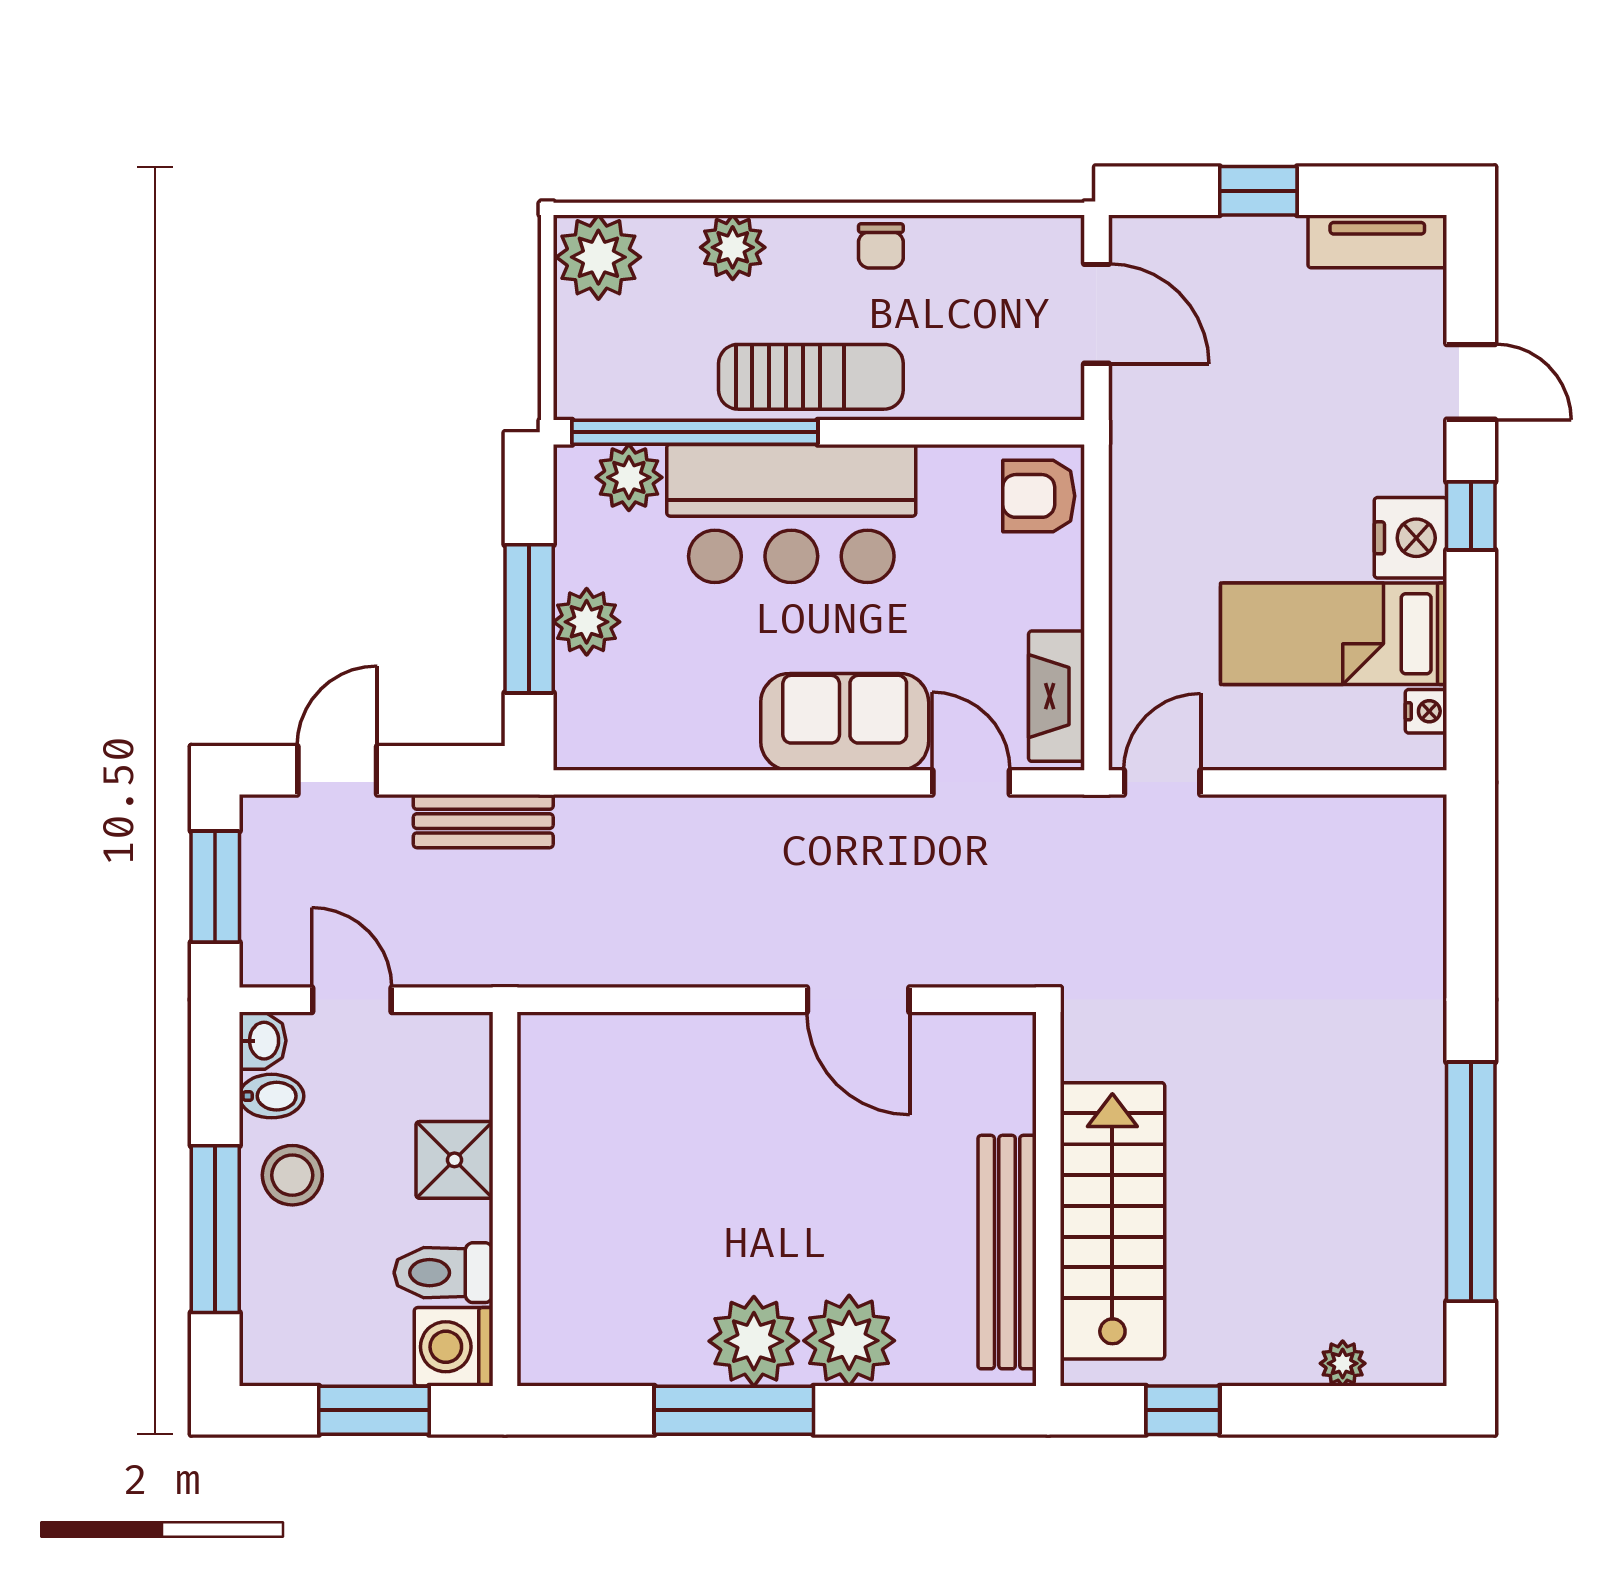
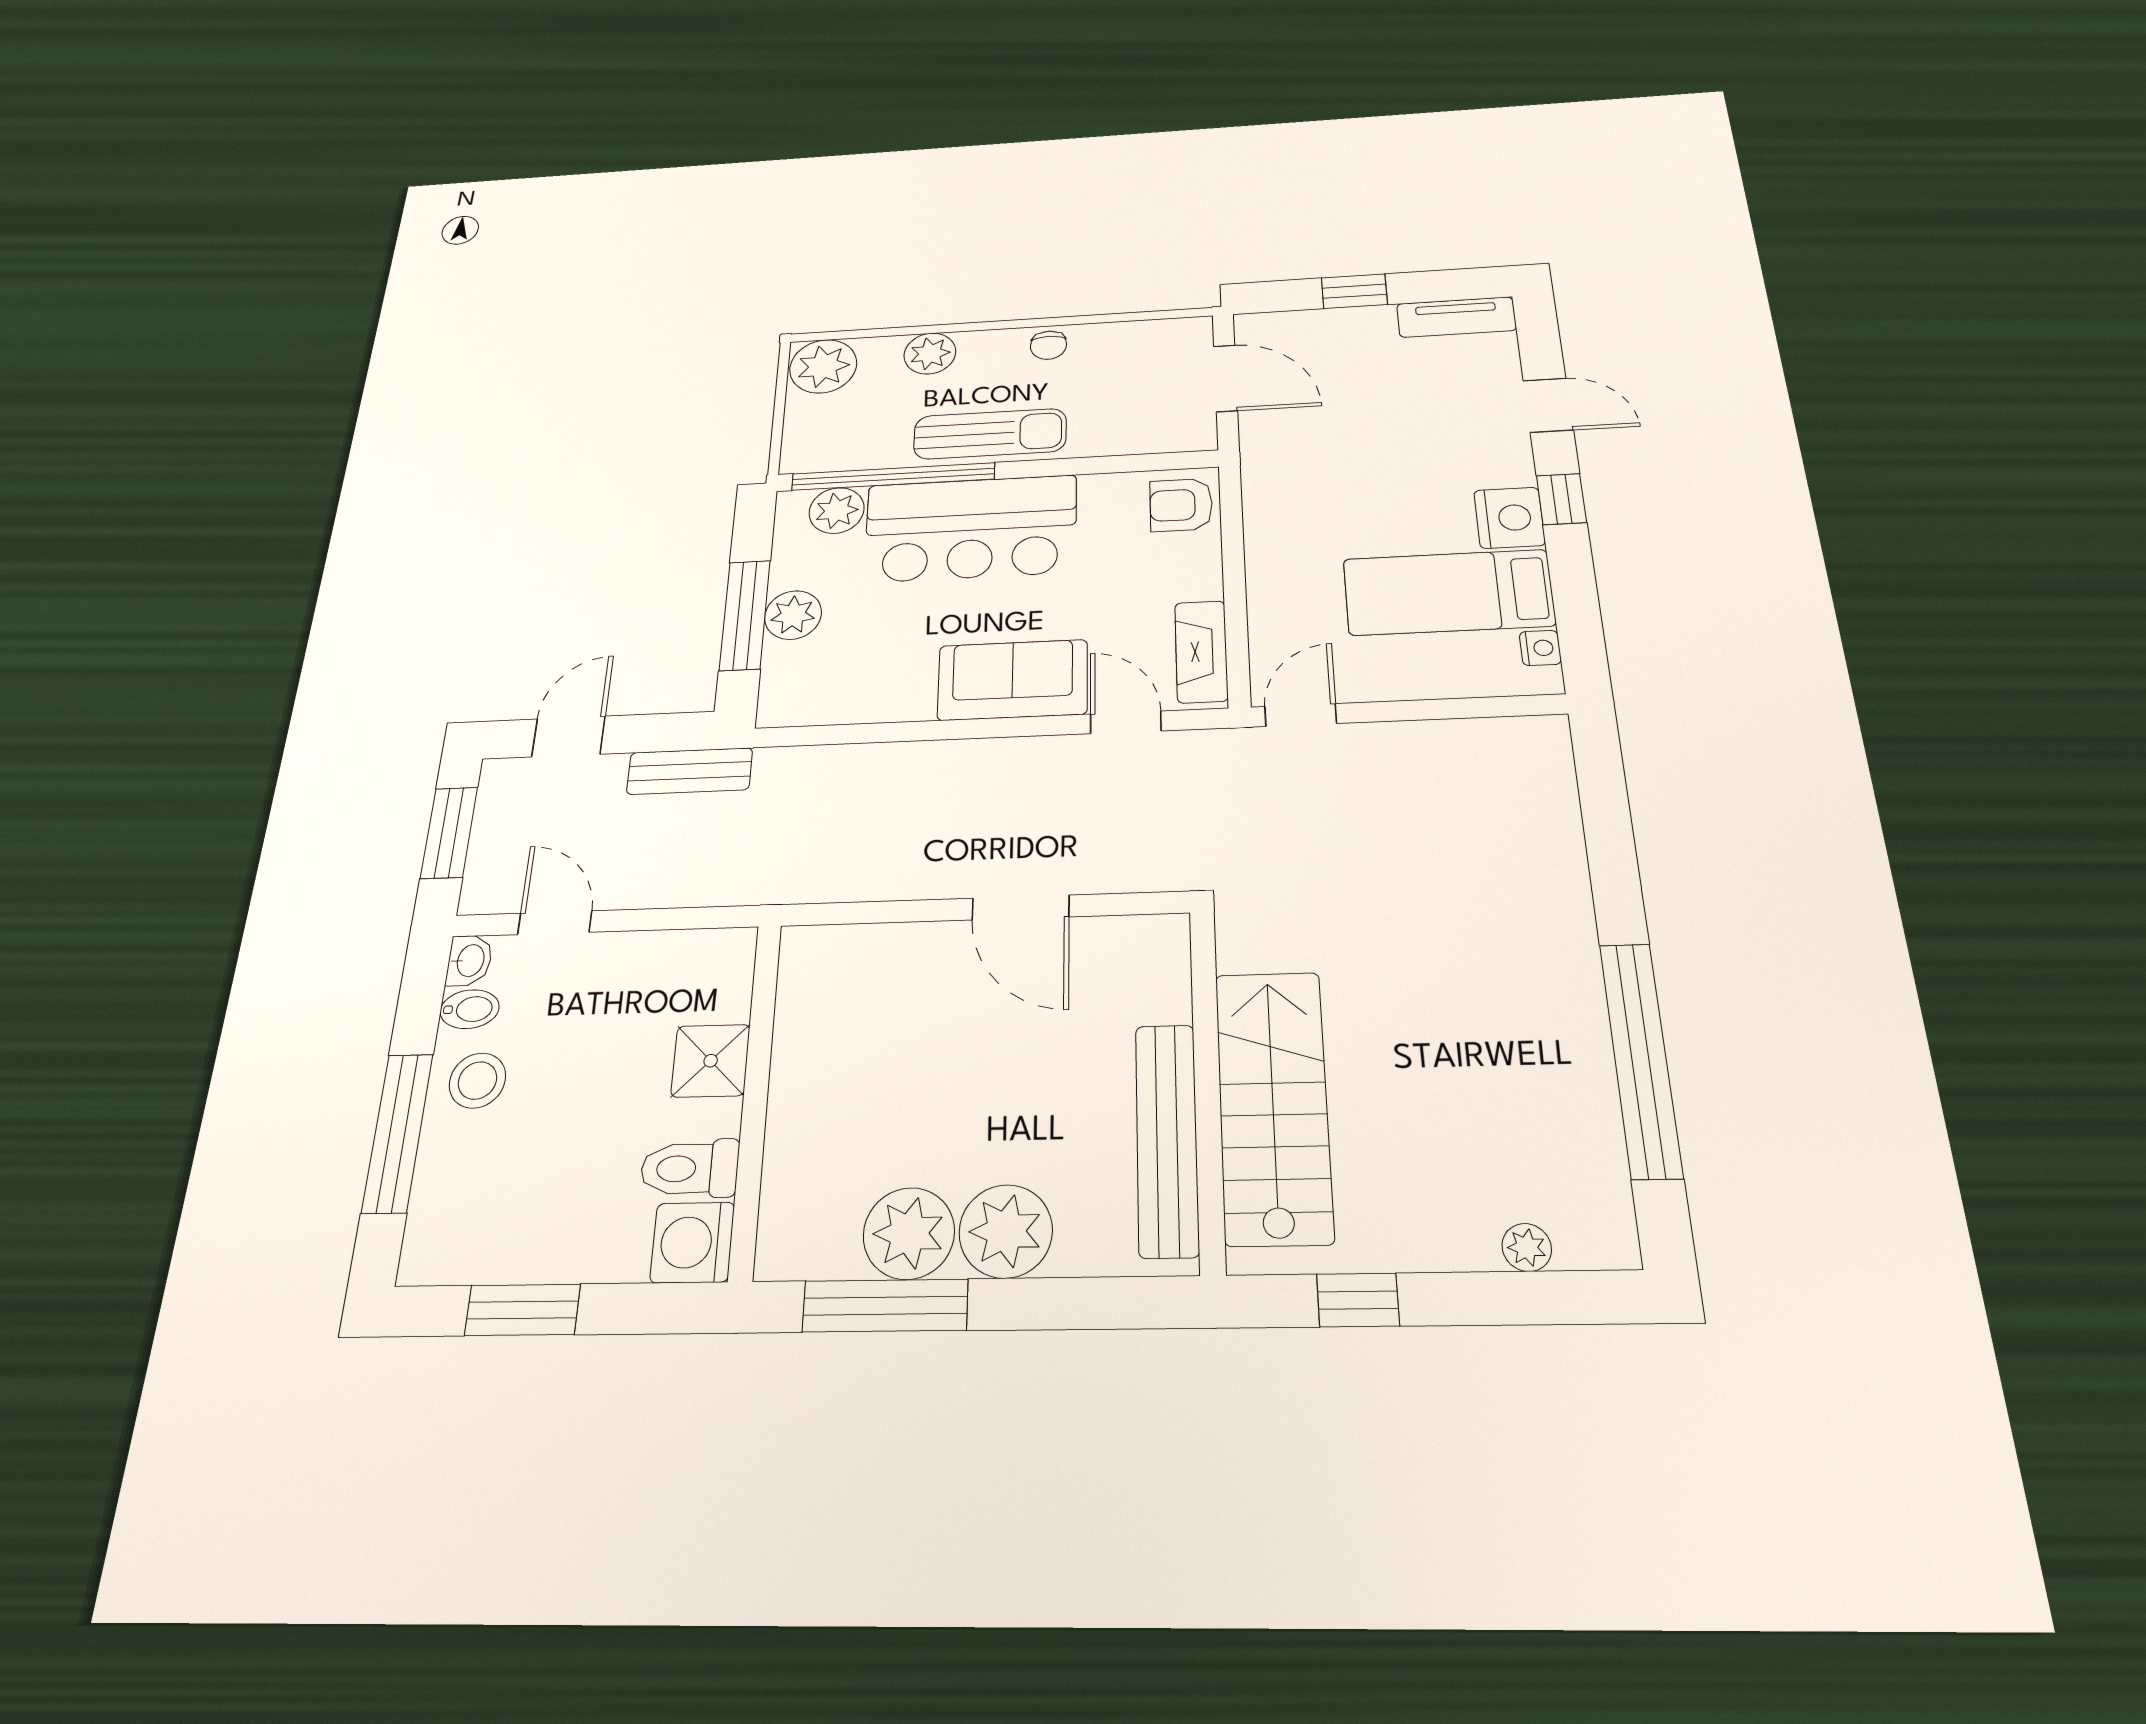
shower: (454, 1160) -> (711, 1061), moved
wall: (505, 1199) -> (756, 1096), moved
toilet: (443, 1273) -> (690, 1169), moved
washing machine: (454, 1347) -> (692, 1242), moved

